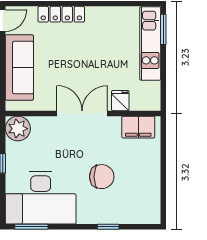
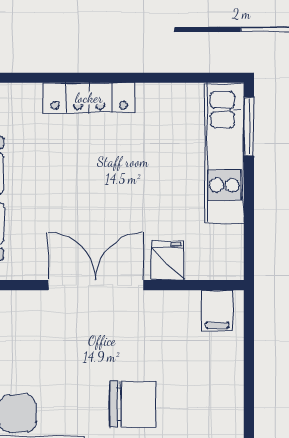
locker: (61, 14) -> (89, 98), moved
filing cabinet: (138, 127) -> (217, 311), width x0.50

